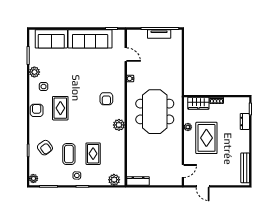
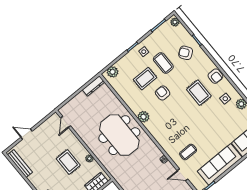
coffee table: (107, 69) -> (188, 152), added
armchair: (106, 99) -> (163, 93), moved
meeting table: (155, 112) -> (119, 135), moved
rug: (206, 138) -> (68, 162), width x0.73, depth x0.70
rug: (93, 154) -> (145, 79), turned 90
door: (203, 186) -> (27, 134), moved

